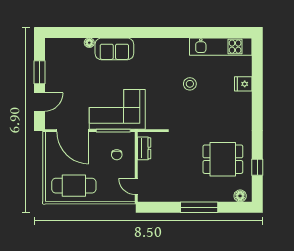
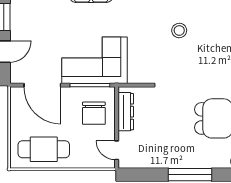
dresser: (144, 148) -> (126, 112), width x1.44
chair: (117, 155) -> (94, 113), width x1.87, depth x1.87

